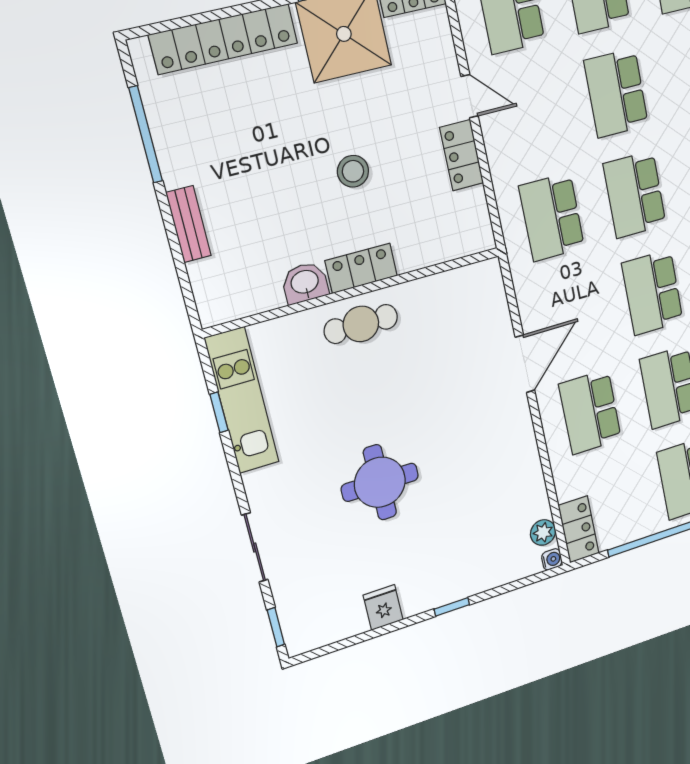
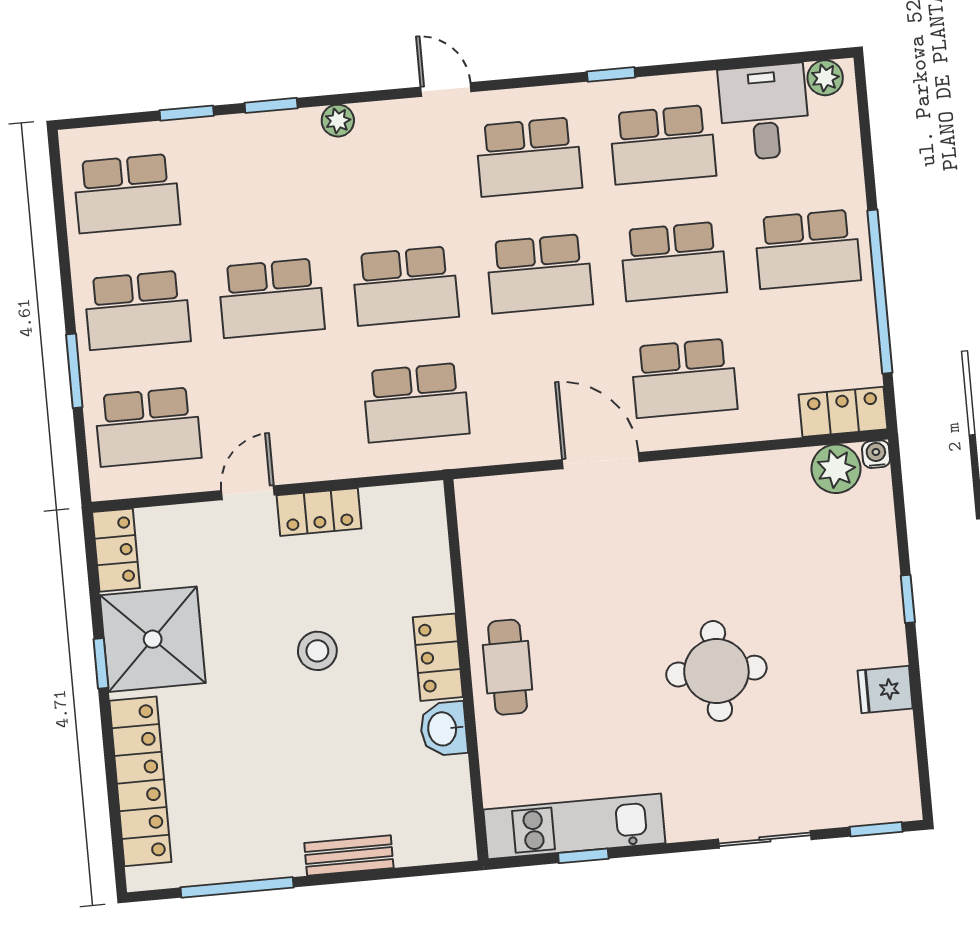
plant: (543, 532) -> (836, 469), width x1.38, depth x1.38

